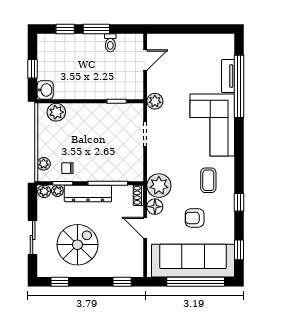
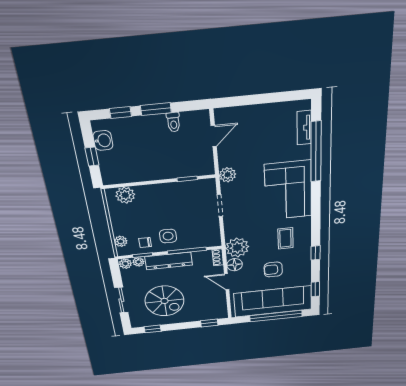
tv unit: (228, 76) -> (304, 128), moved
washbasin: (45, 90) -> (103, 140), moved
side table: (91, 163) -> (168, 236), added
spiral stairs: (77, 245) -> (164, 301), turned 90

